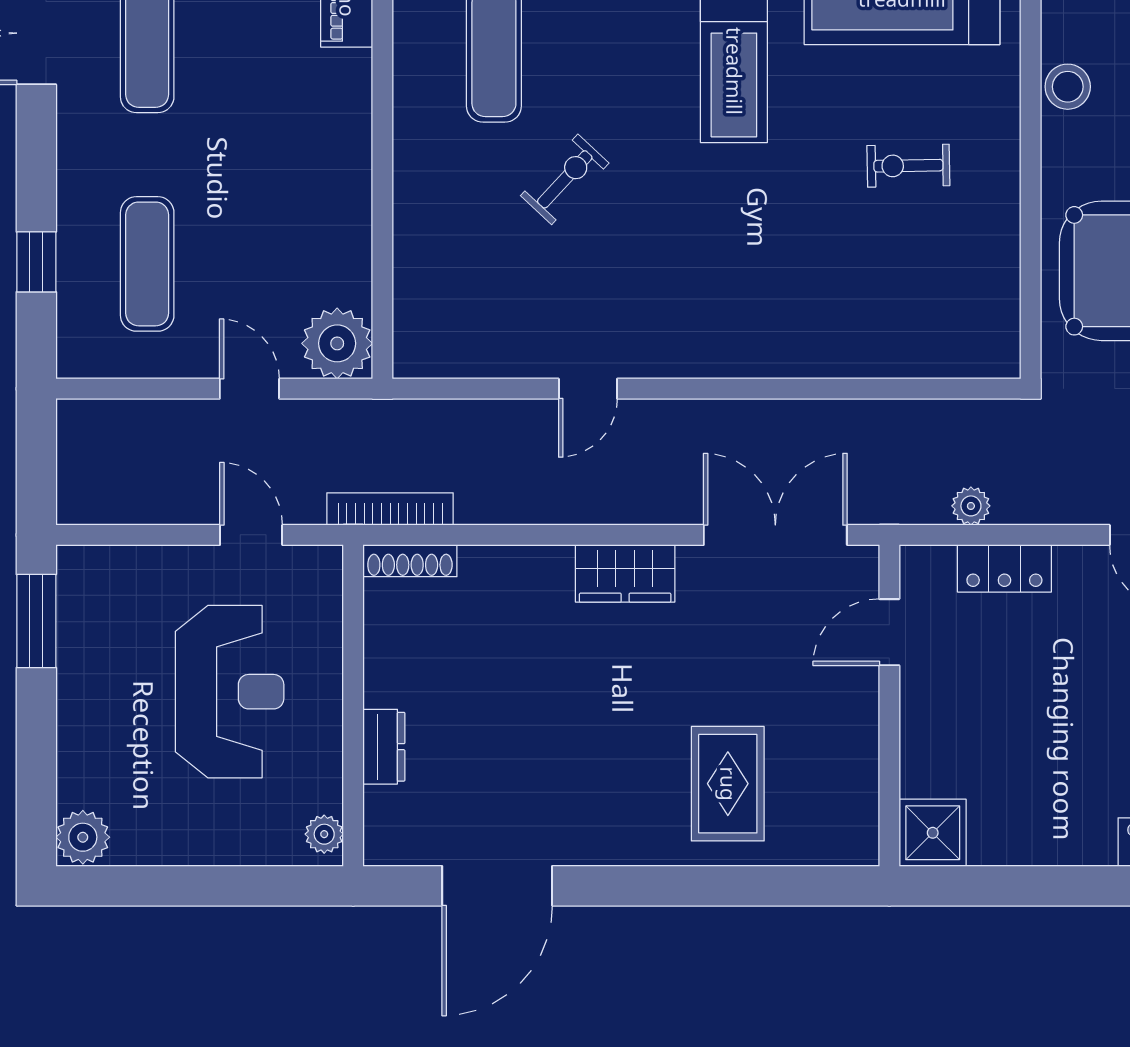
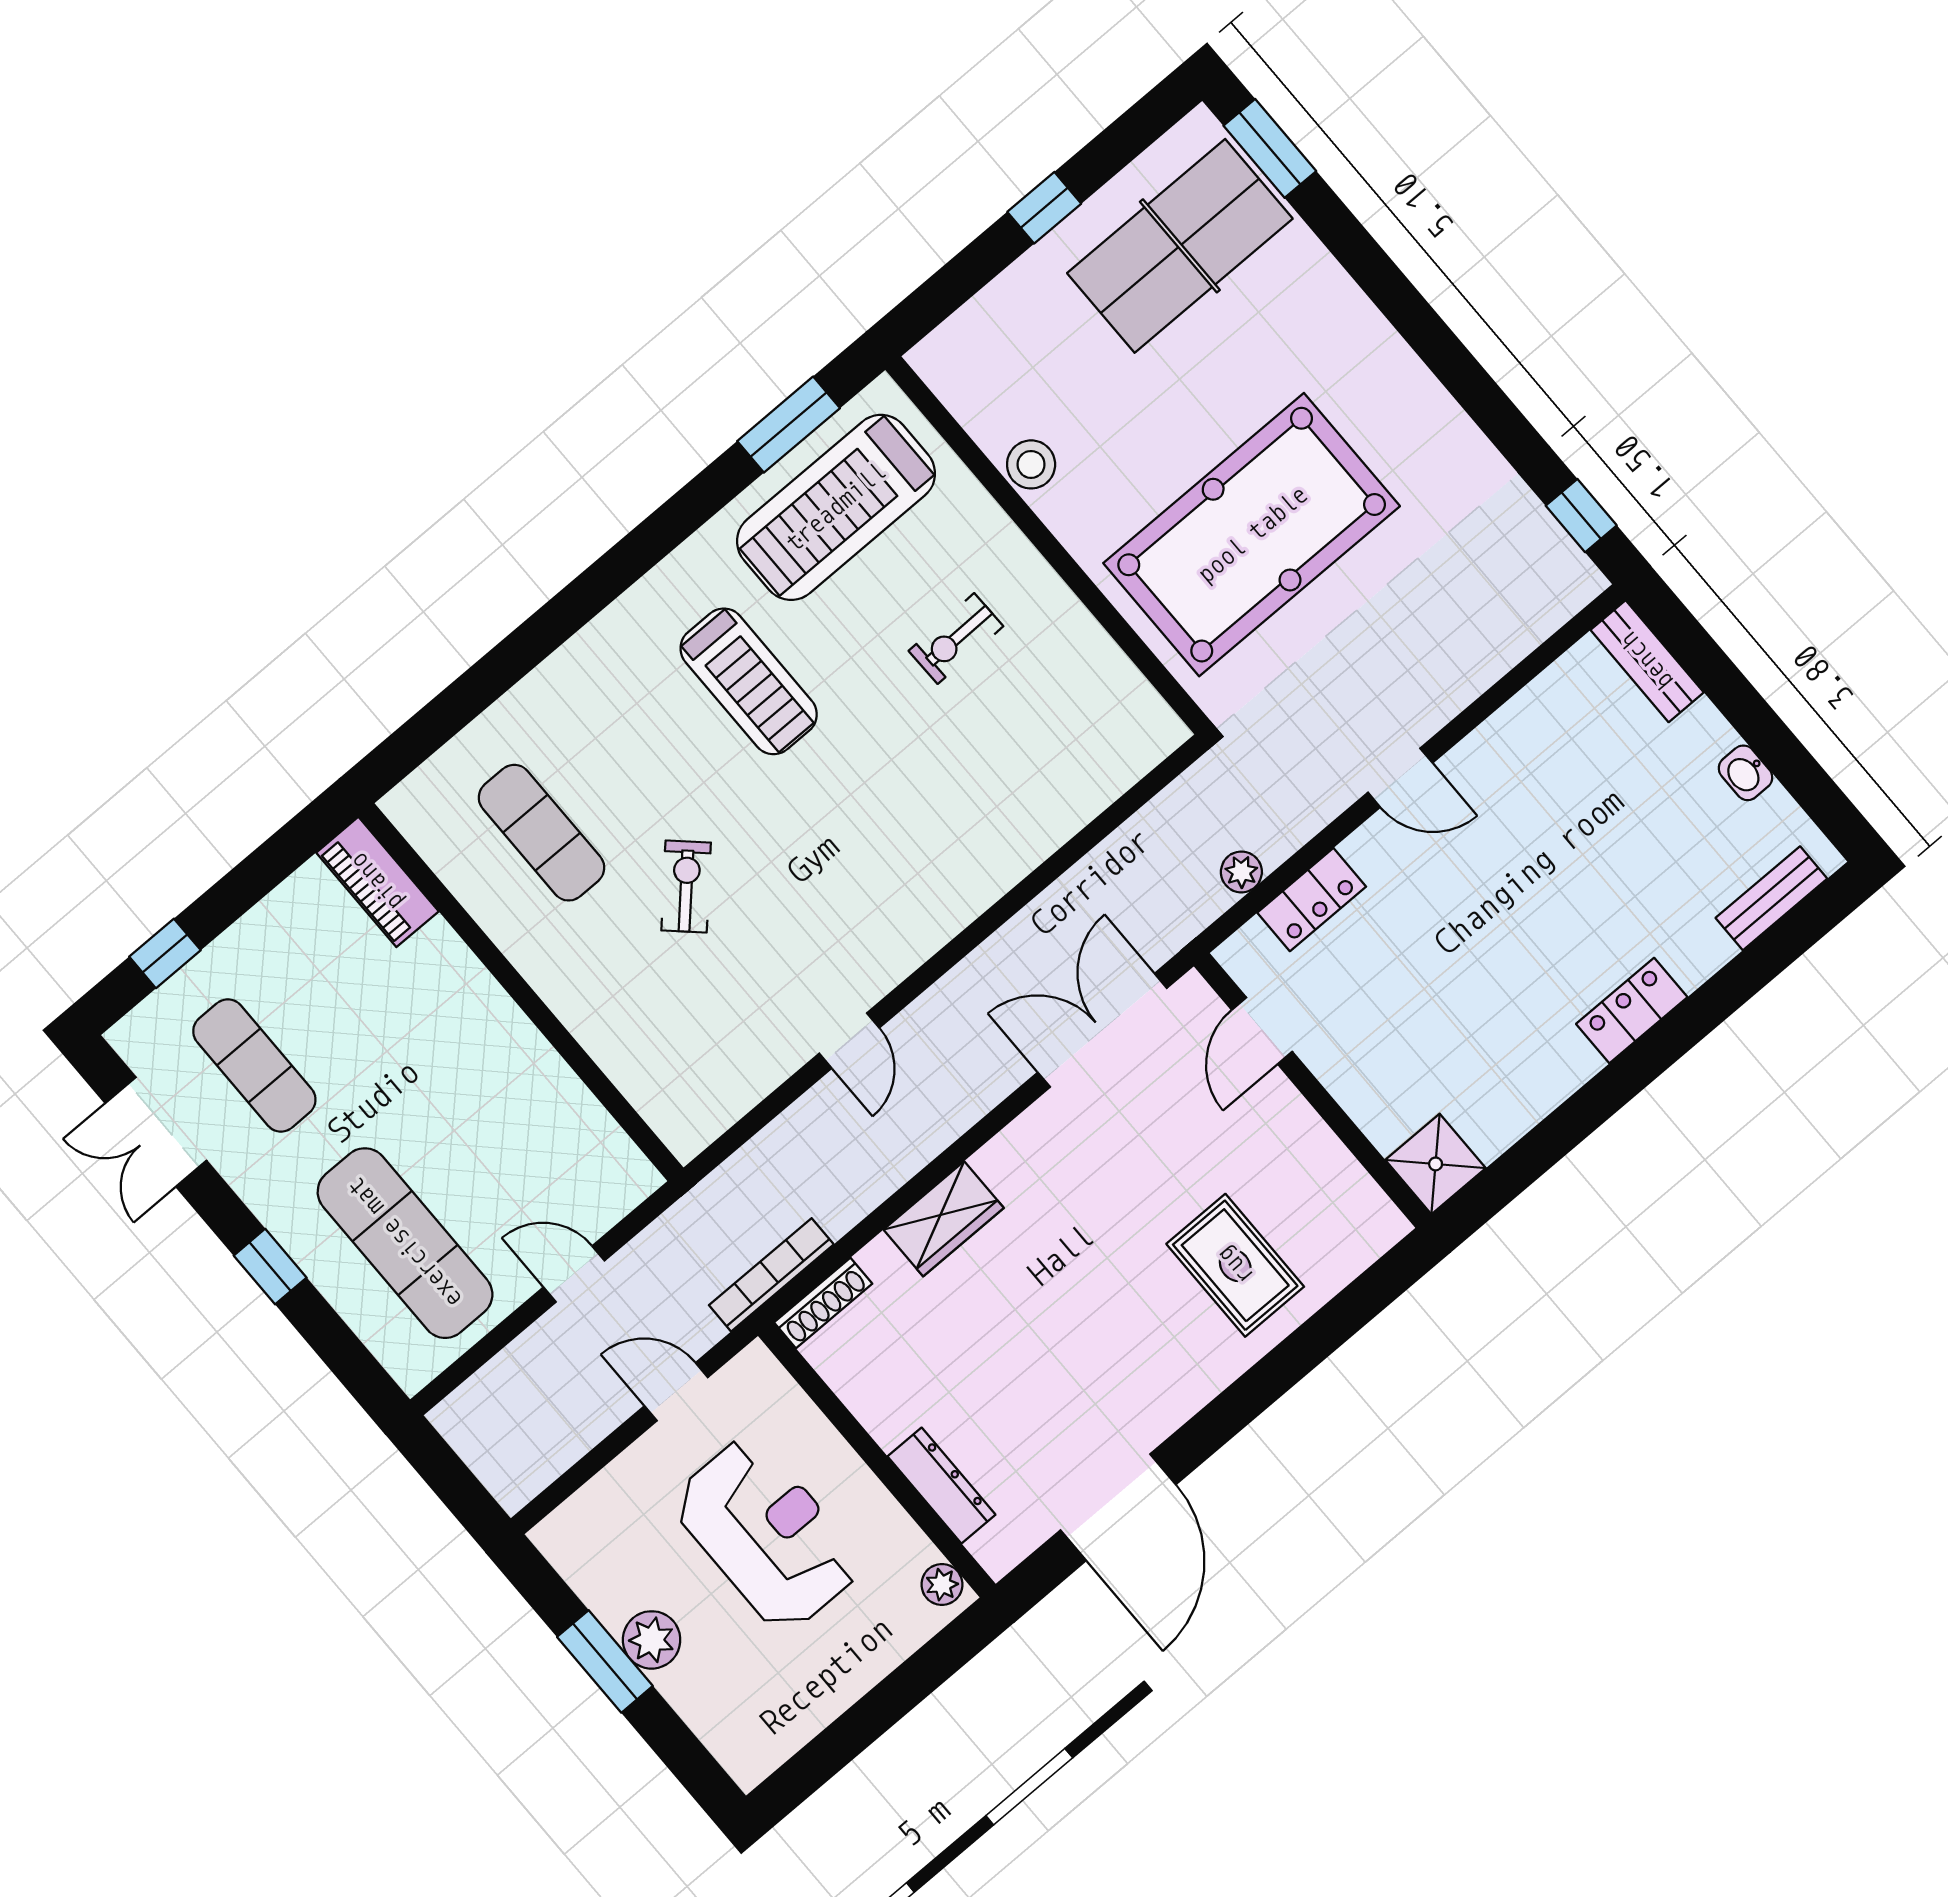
window: (36, 262) -> (270, 1267), moved
exercise mat: (147, 264) -> (405, 1243), width x1.36, depth x1.45
plant: (337, 343) -> (614, 1177), removed
wardrobe: (625, 573) -> (944, 1219), moved
window: (36, 621) -> (605, 1661), moved
dresser: (384, 747) -> (941, 1486), width x1.44
plant: (83, 837) -> (652, 1640), moved

